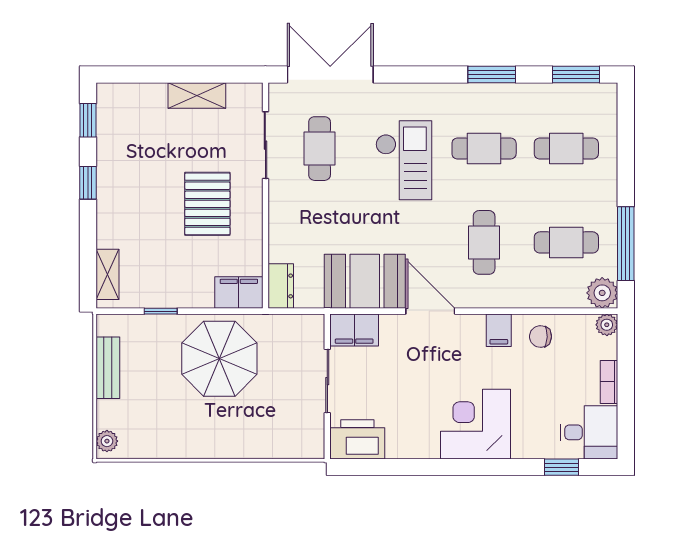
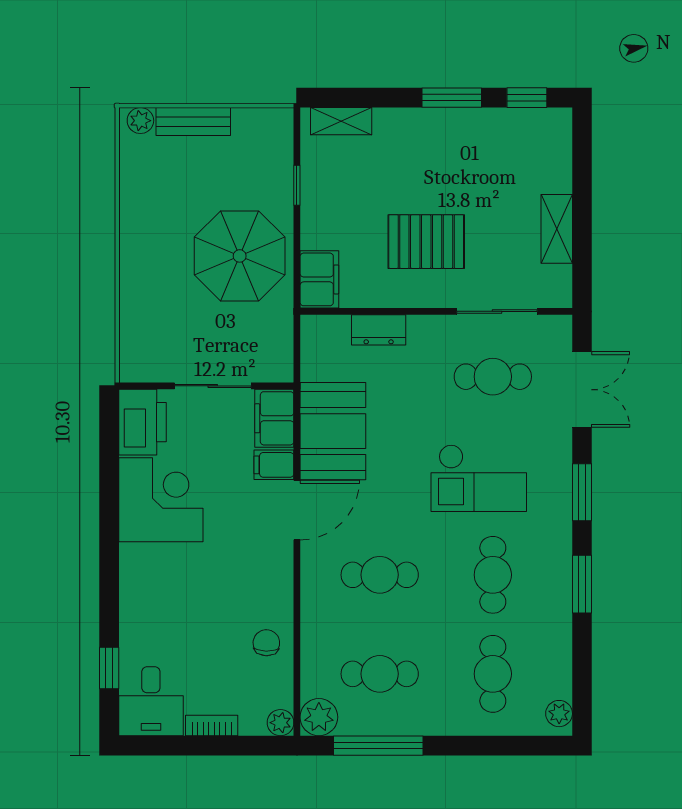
double door: (330, 74) -> (582, 390), width x0.73
window: (576, 74) -> (582, 492), moved
plant: (599, 94) -> (559, 714), added
window: (88, 183) -> (452, 98), width x1.50
cafe table: (566, 242) -> (380, 674), turned 90
dresser: (281, 286) -> (379, 330), moved
filing cabinet: (499, 330) -> (274, 465), moved
bench: (108, 368) -> (193, 122), moved
corner desk: (476, 424) -> (161, 500), moved

